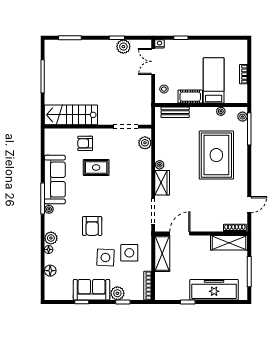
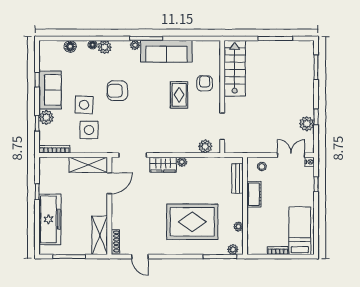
bed: (214, 80) -> (300, 231), moved, turned -90
door: (180, 234) -> (109, 183), hinge flipped

